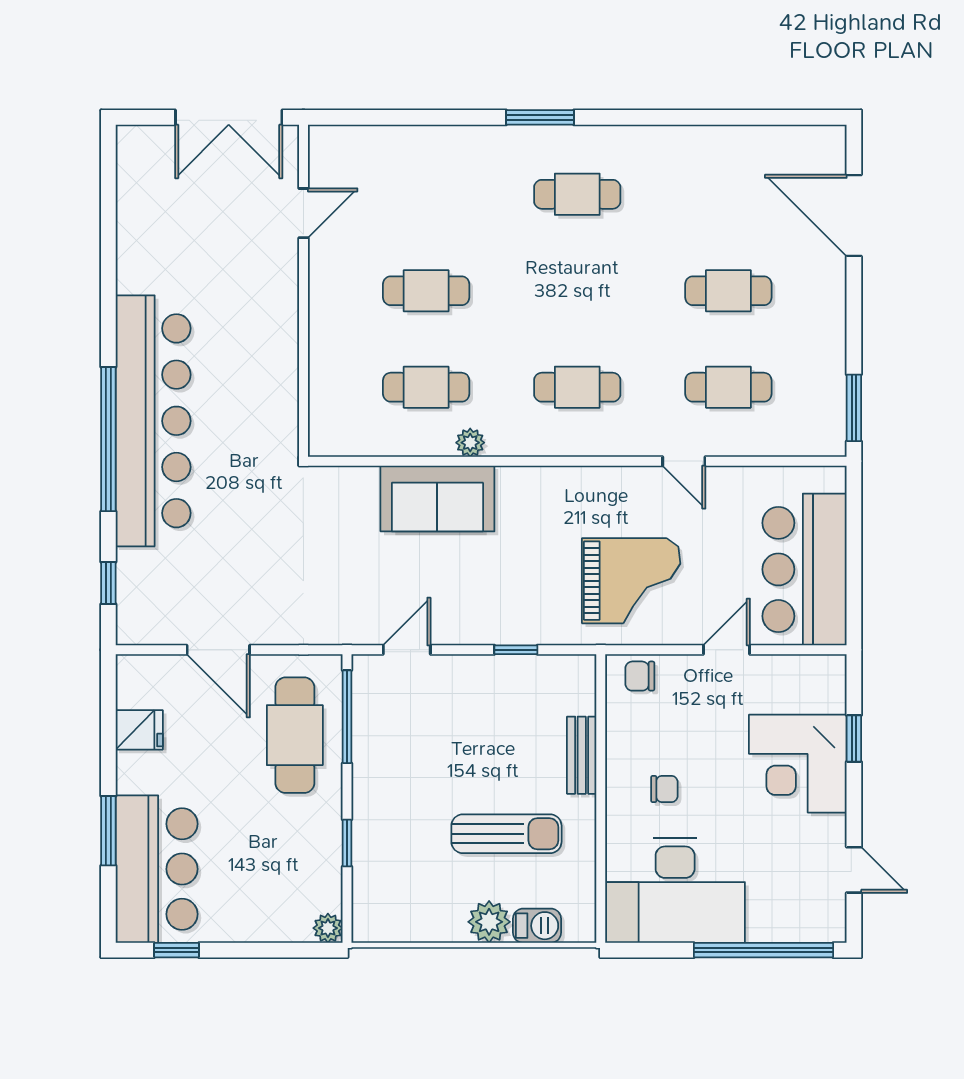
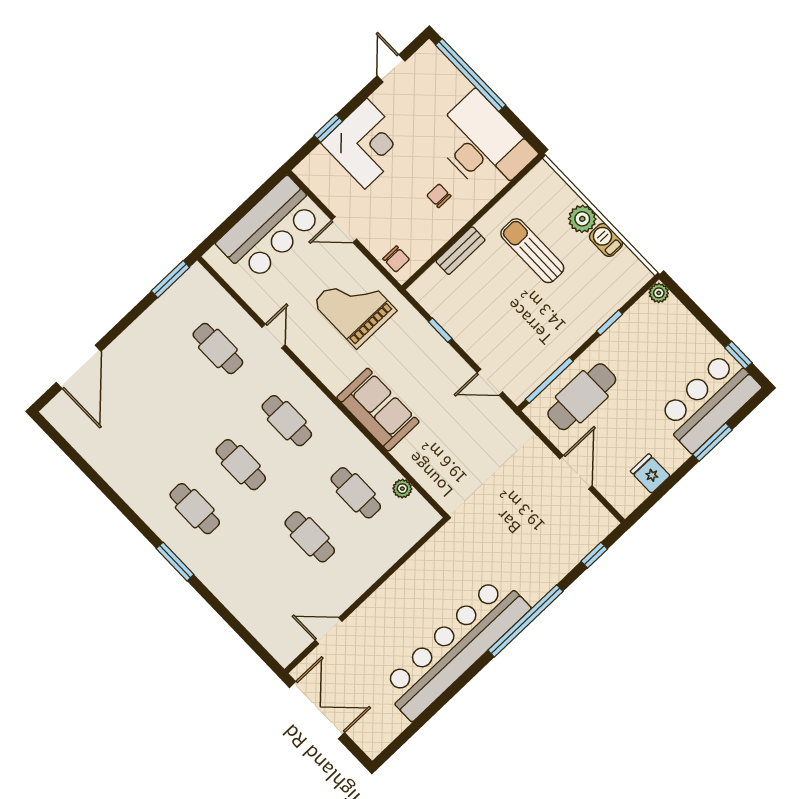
cafe table: (728, 291) -> (241, 465), moved
bar counter: (153, 421) -> (455, 648), moved
plant: (470, 443) -> (402, 489), moved
sofa: (437, 498) -> (378, 410), moved
barbecue: (537, 926) -> (606, 240), moved

